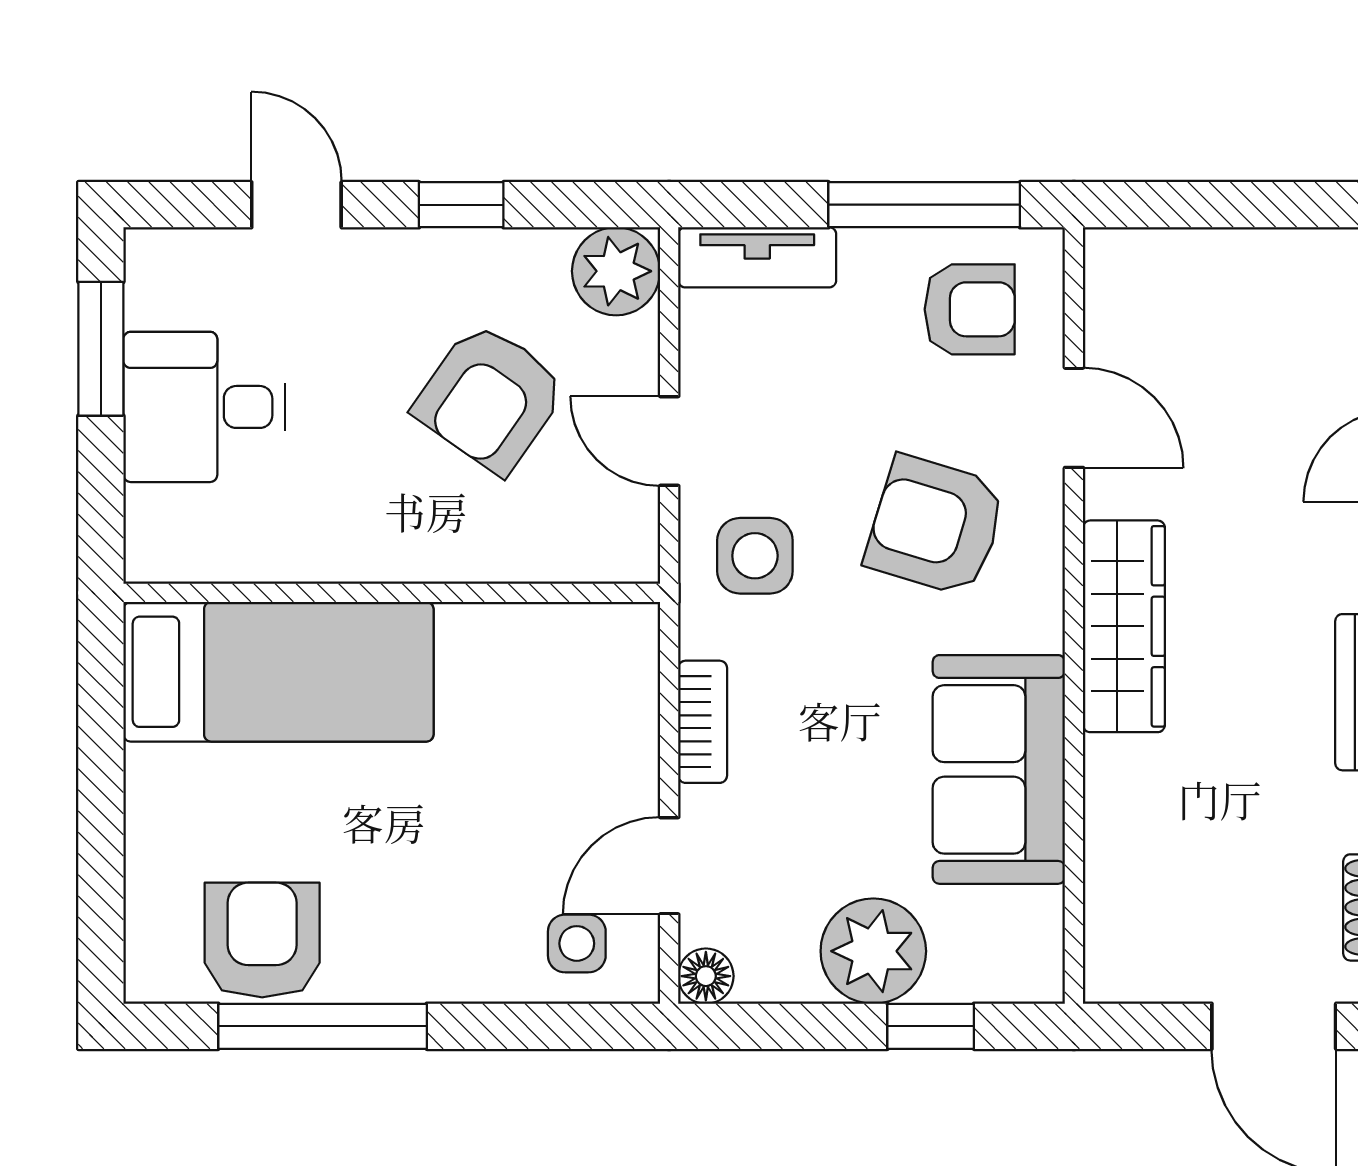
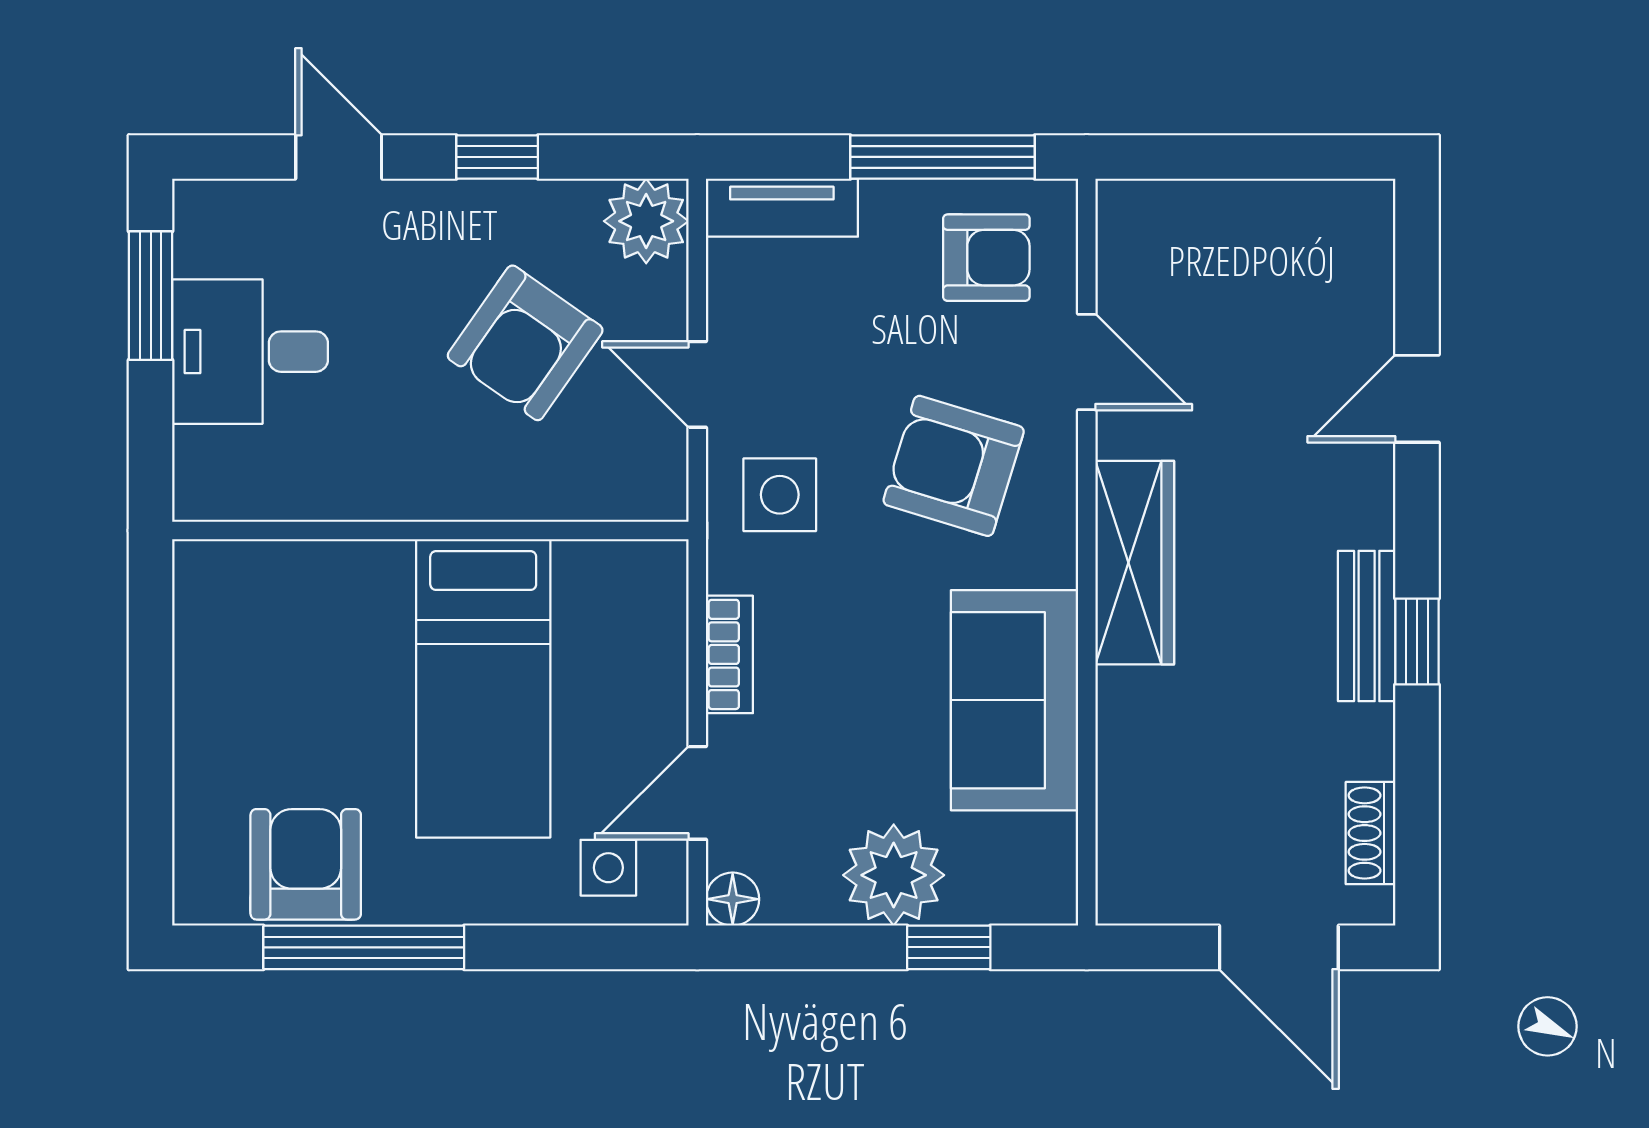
bed: (278, 672) -> (483, 688), moved, turned 90

